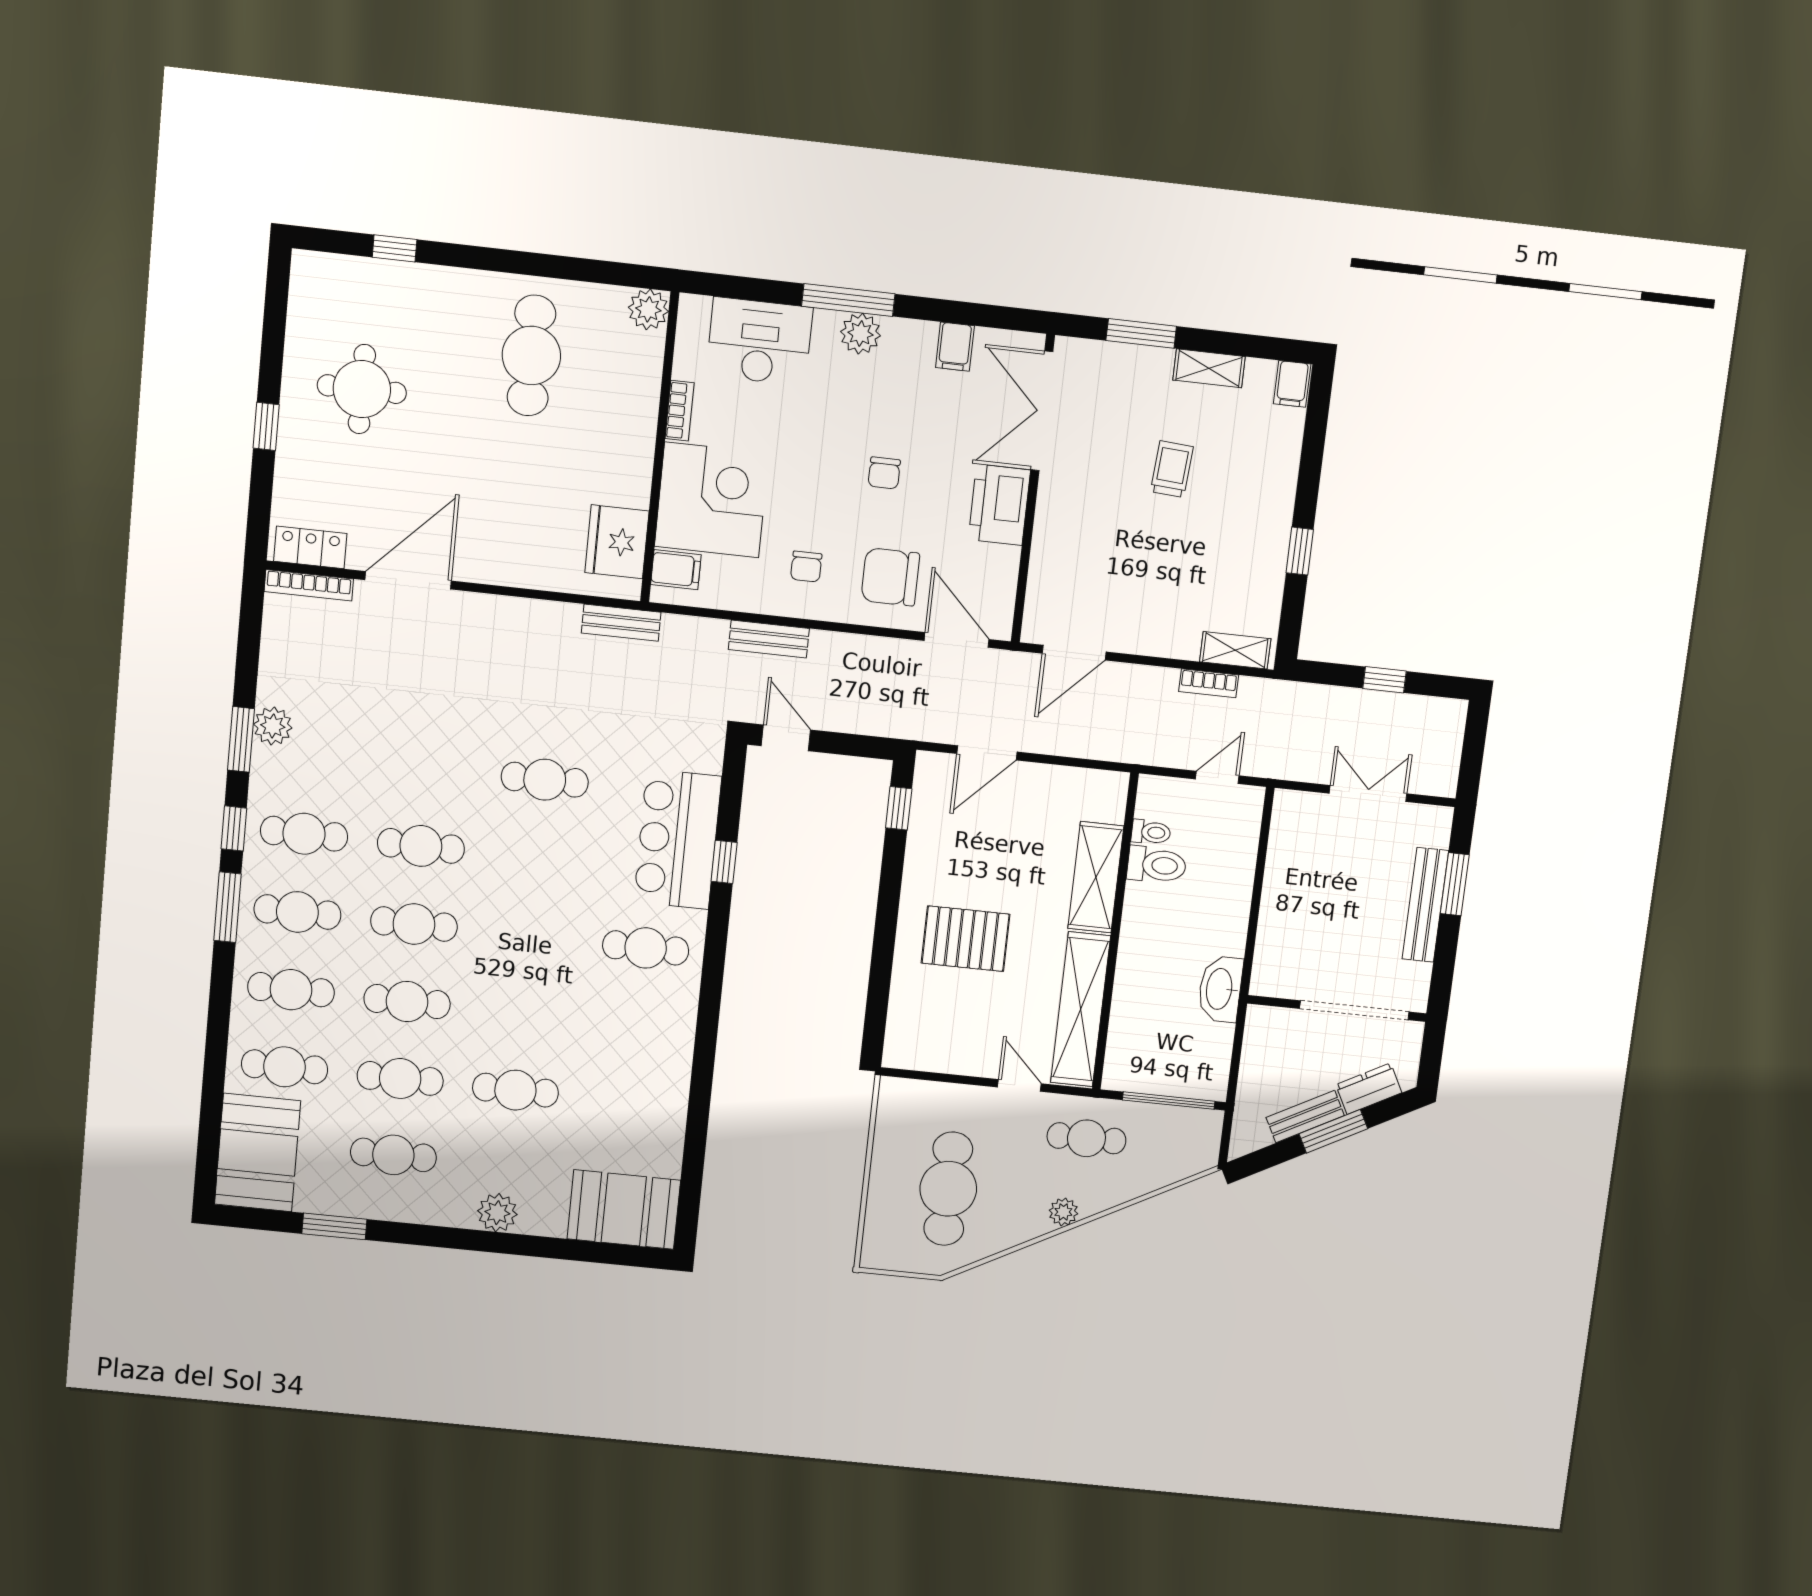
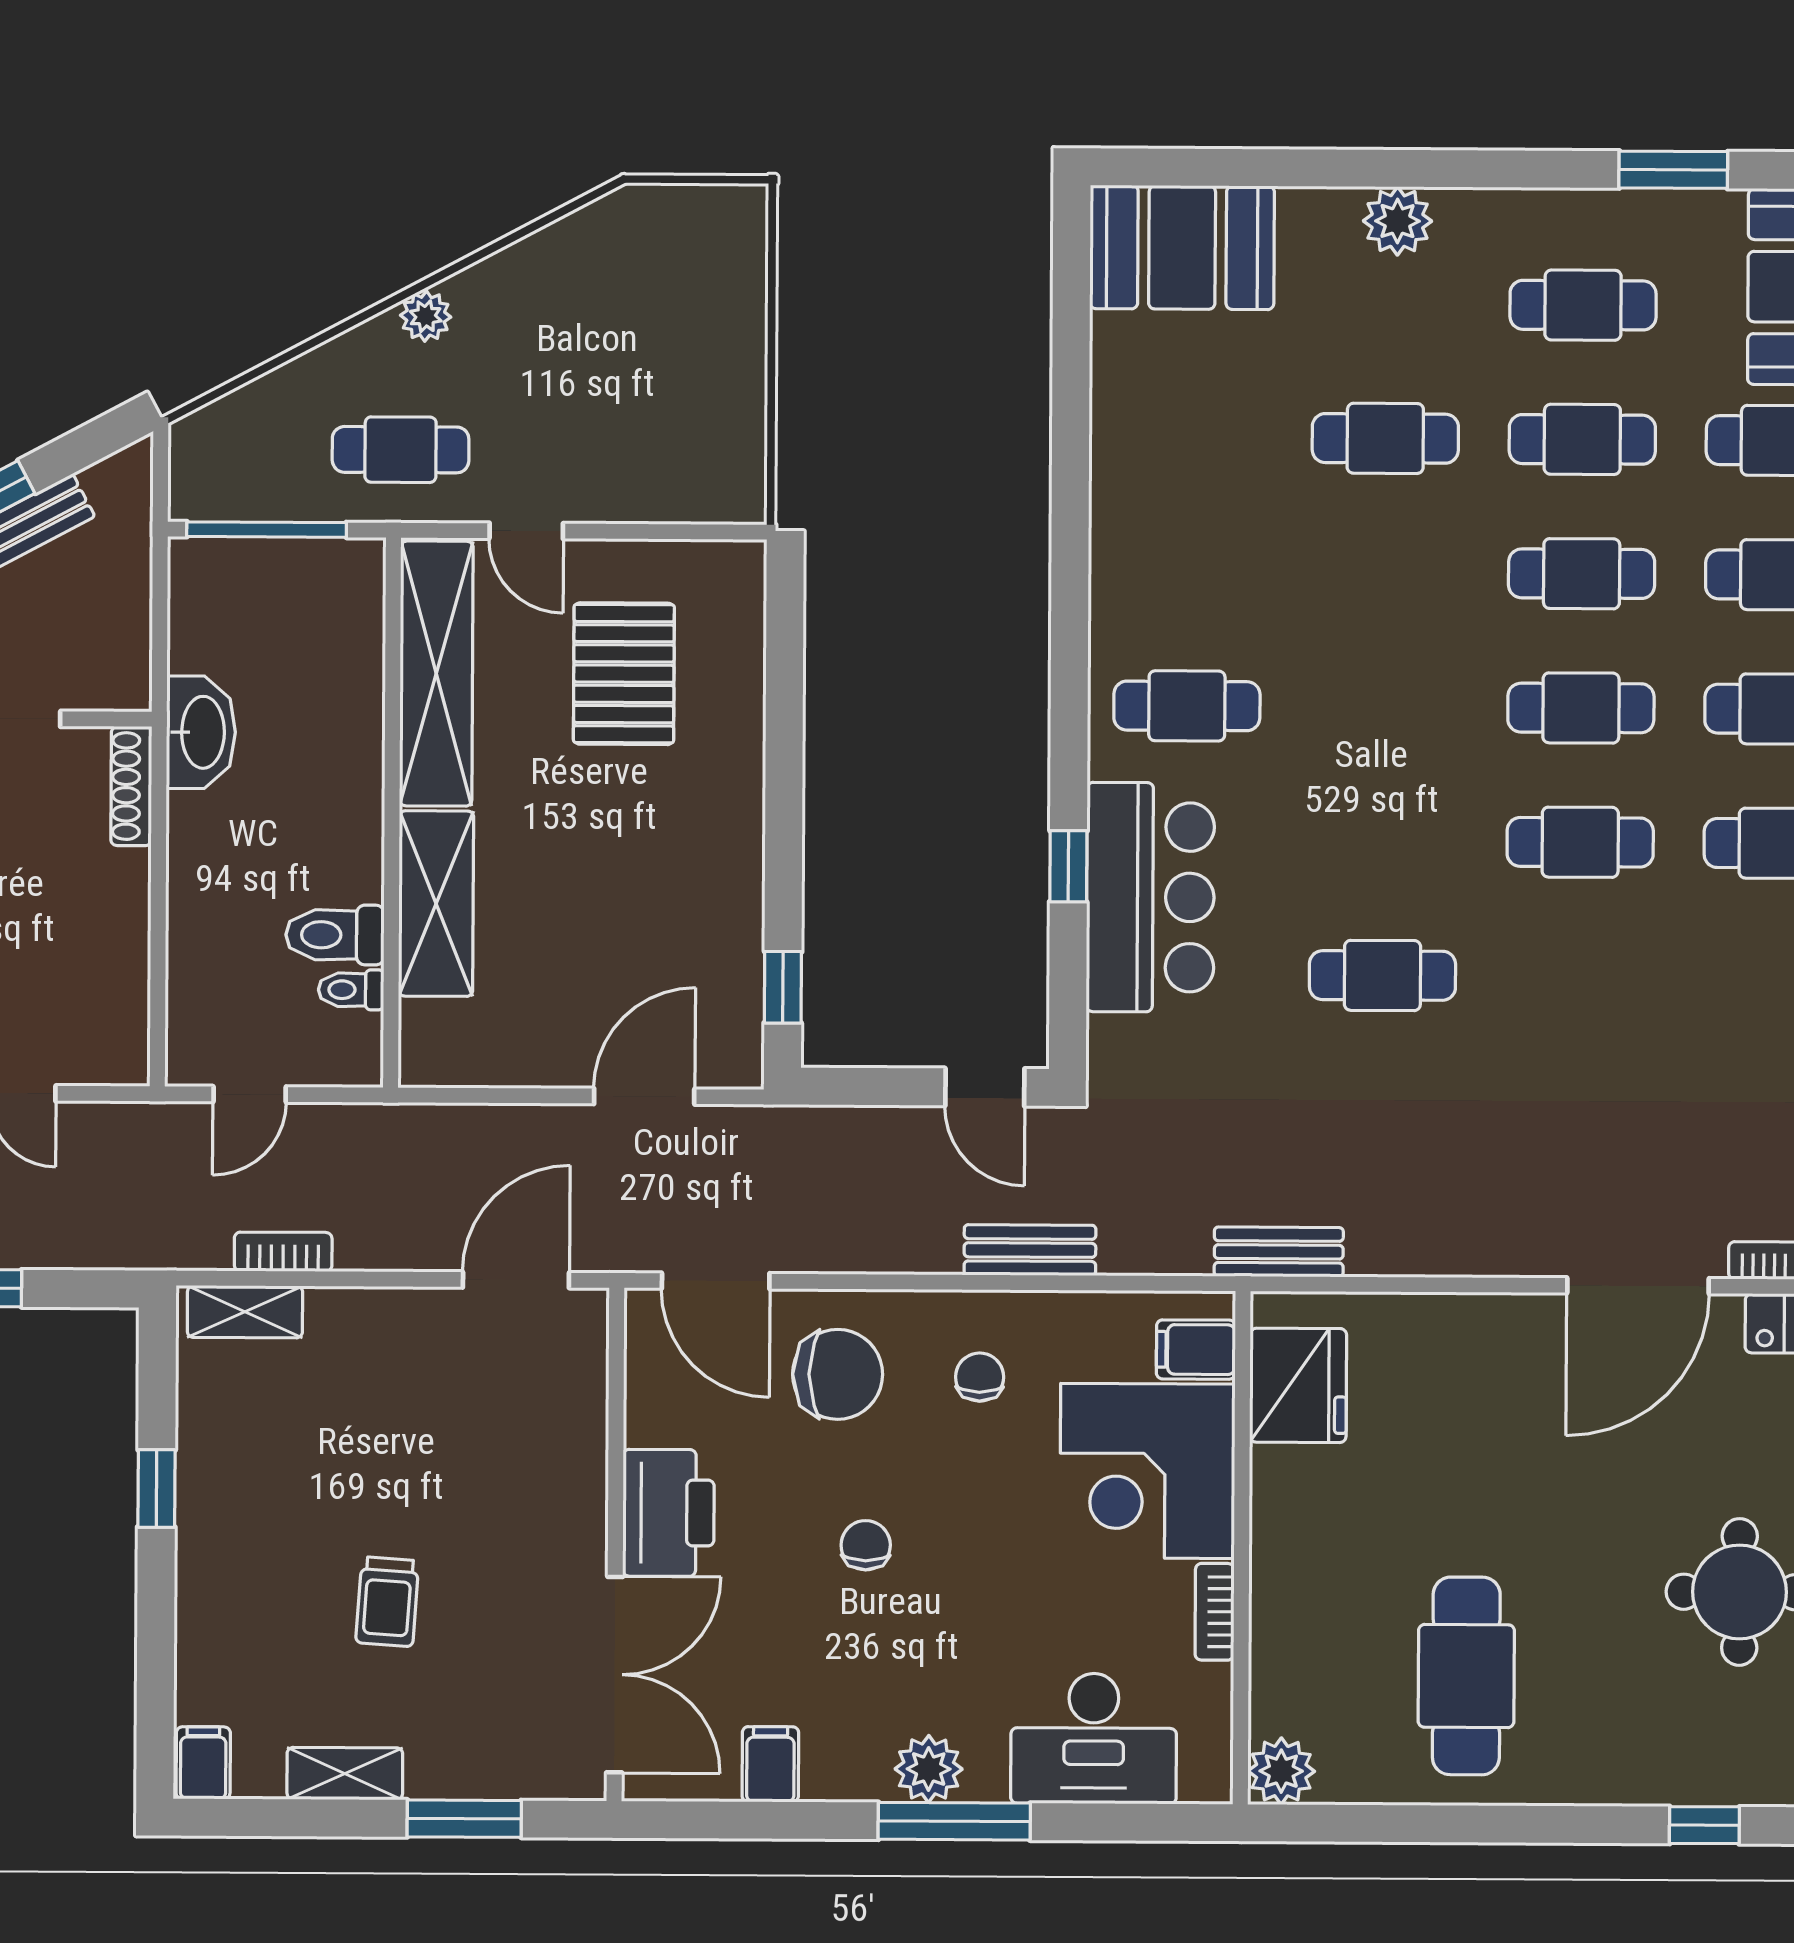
pallet: (966, 939) -> (624, 674), moved, turned 90
shoe rack: (1264, 962) -> (131, 786), added
cafe table: (948, 1189) -> (629, 338), removed

